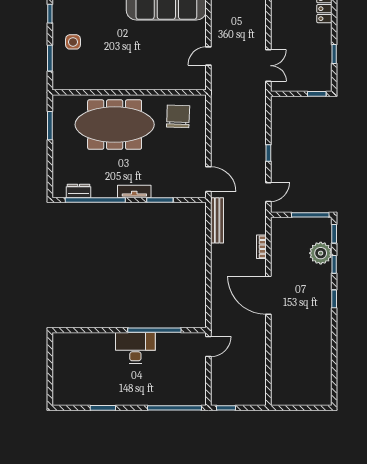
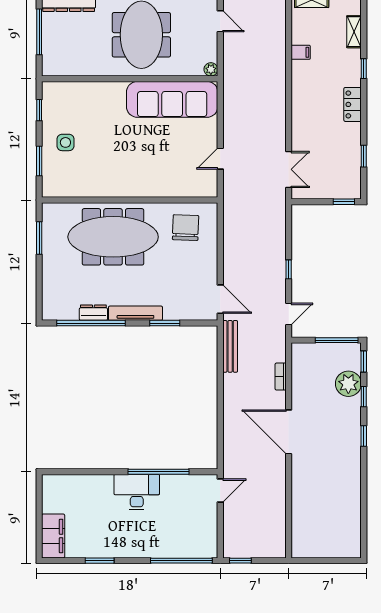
dresser: (79, 191) -> (93, 313), moved
tv unit: (134, 191) -> (135, 313), width x1.41
filing cabinet: (62, 386) -> (53, 536), added

